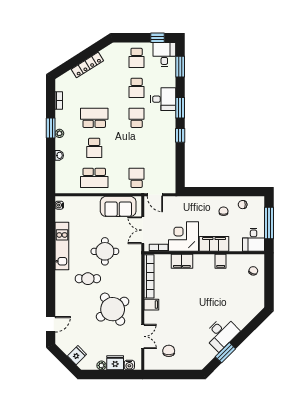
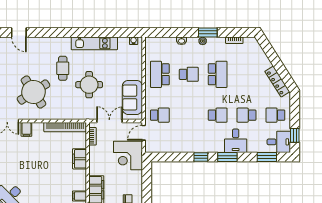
locker: (87, 65) -> (277, 81), moved
school desk: (94, 148) -> (189, 74), turned 180
corner desk: (184, 237) -> (128, 156), moved, turned 180
filing cabinet: (151, 305) -> (26, 129), moved

